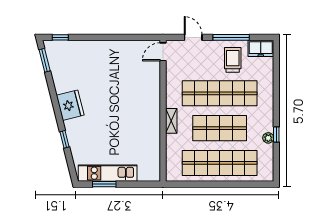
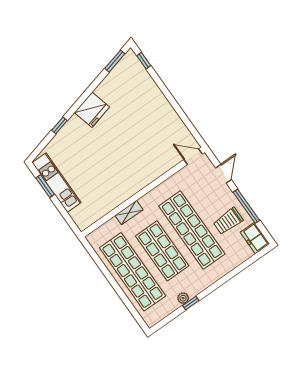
trolley: (233, 60) -> (228, 221), turned 180
shelving: (171, 121) -> (129, 213), moved

